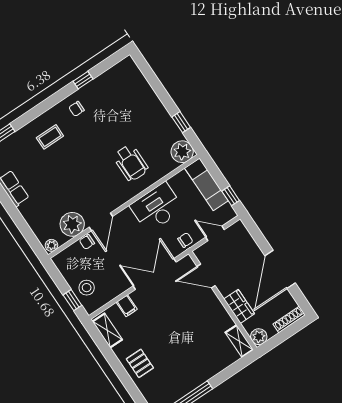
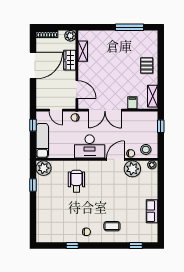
desk: (157, 208) -> (90, 146), moved
stool: (87, 288) -> (146, 149), moved
shelving: (239, 341) -> (83, 51), moved

